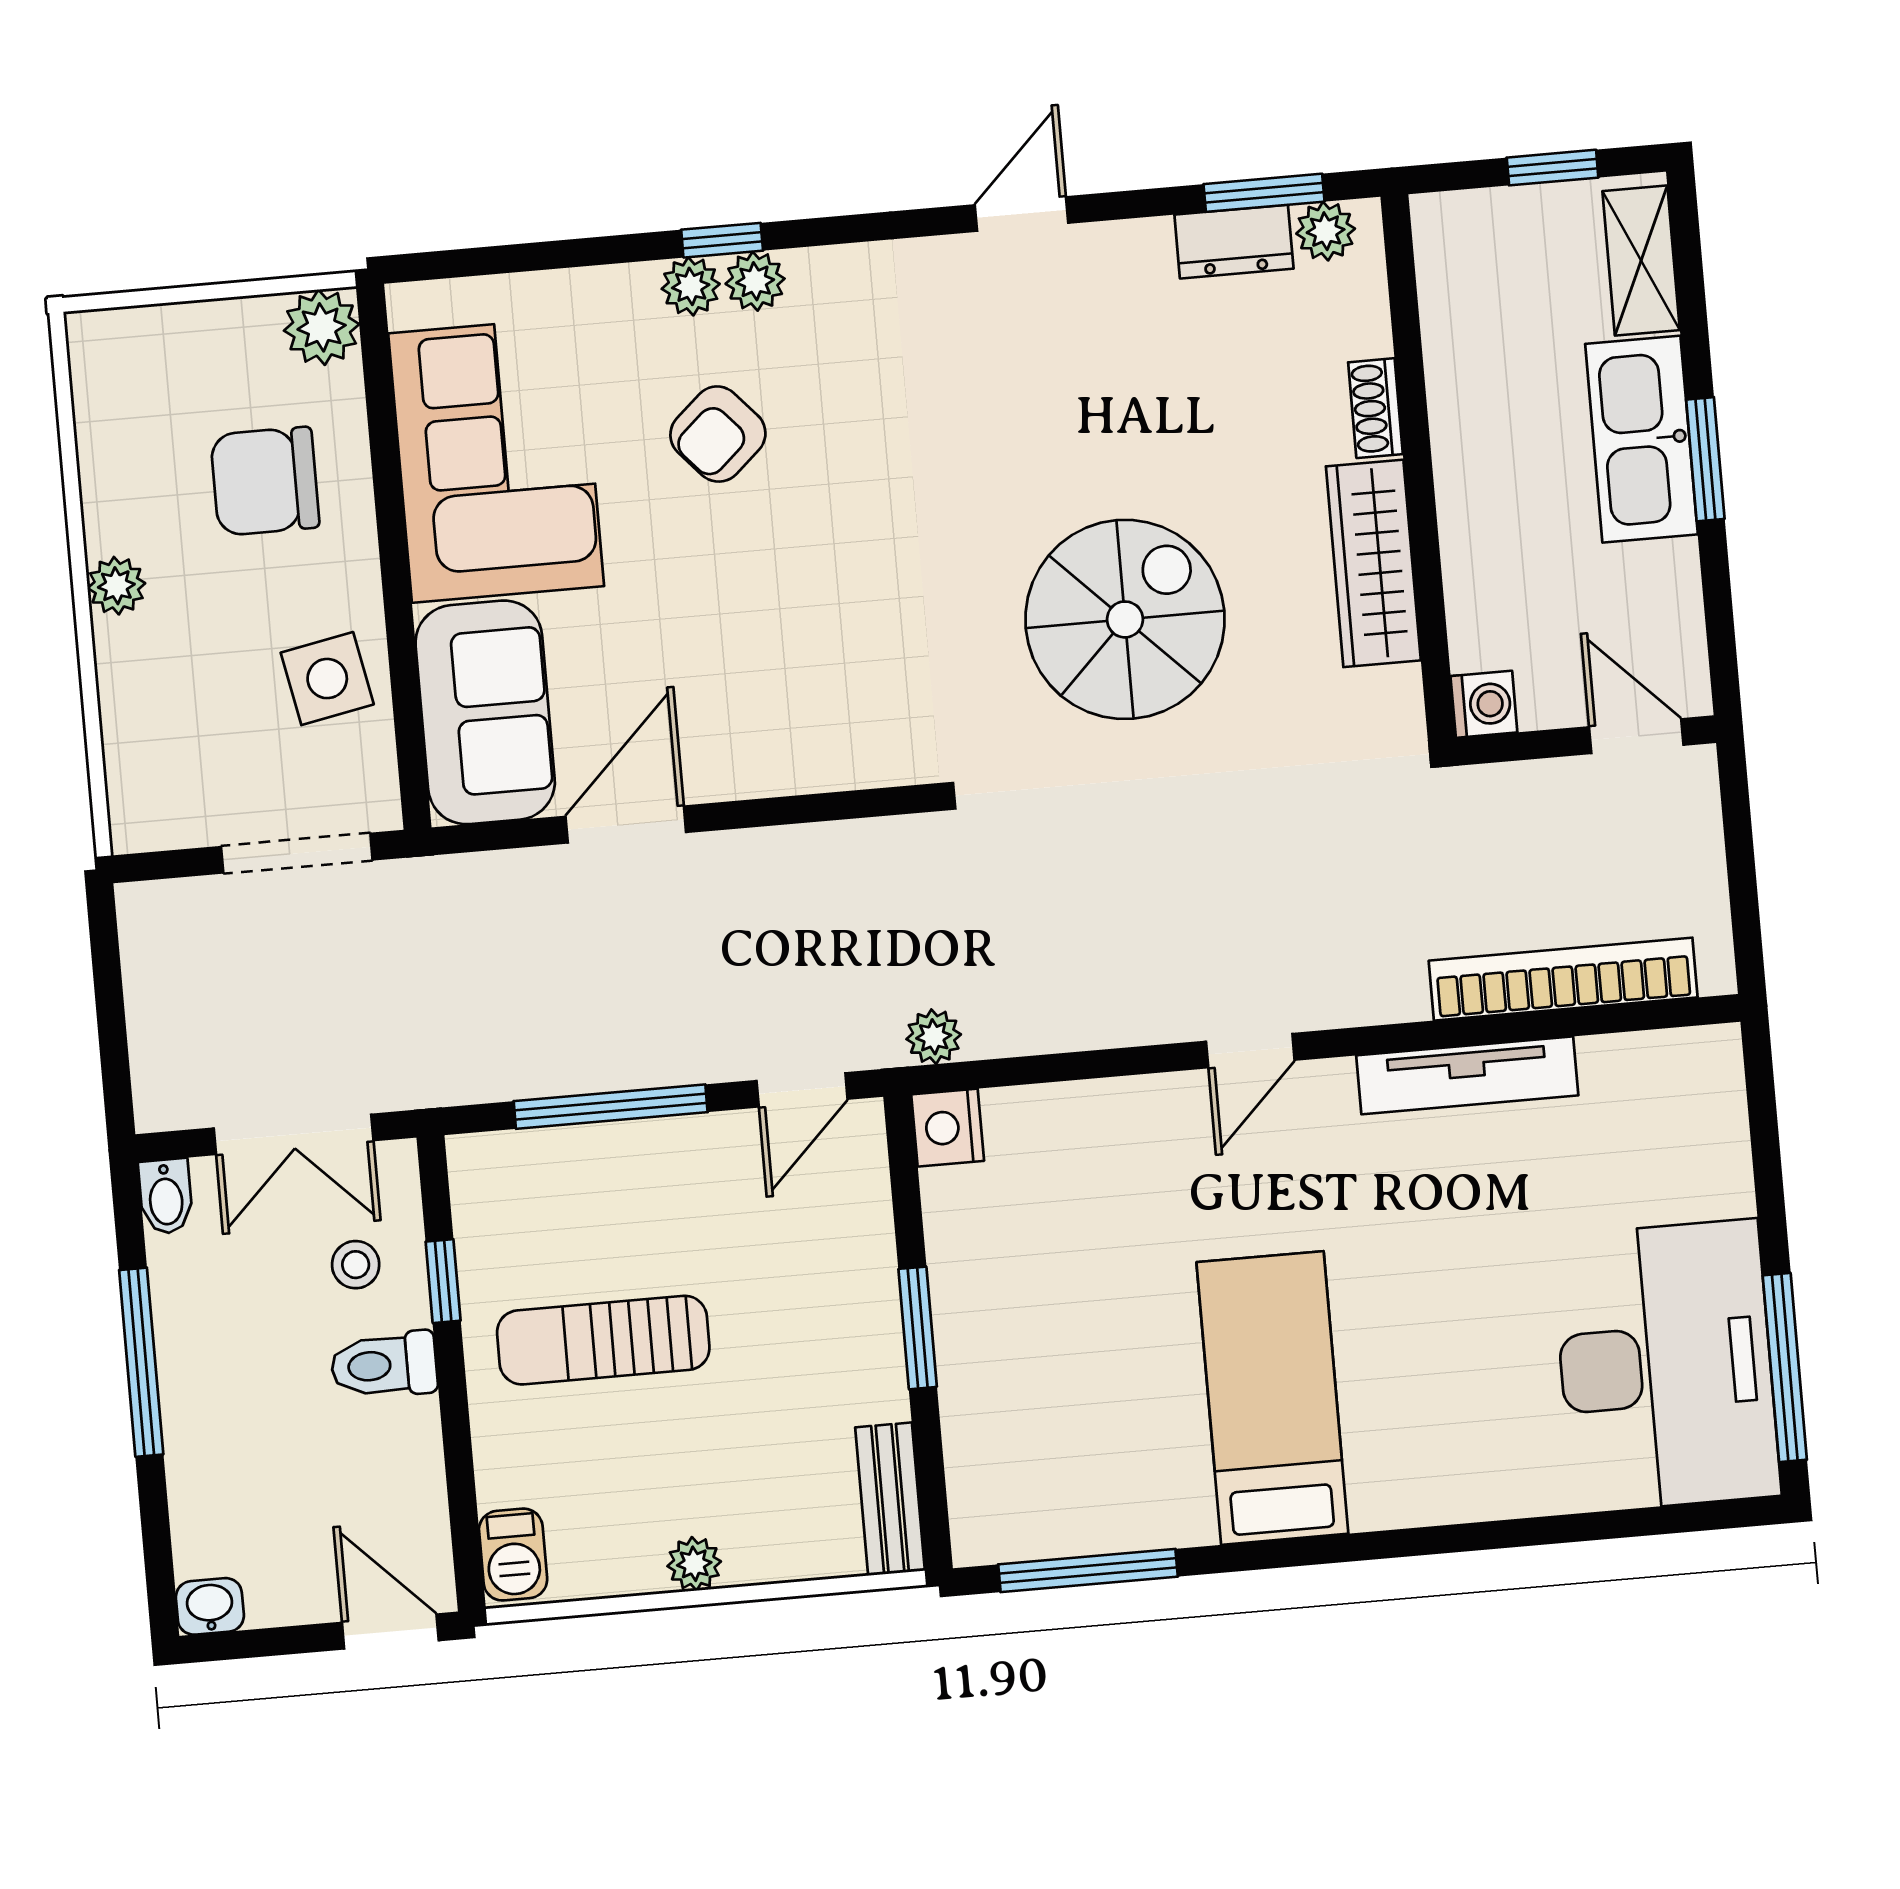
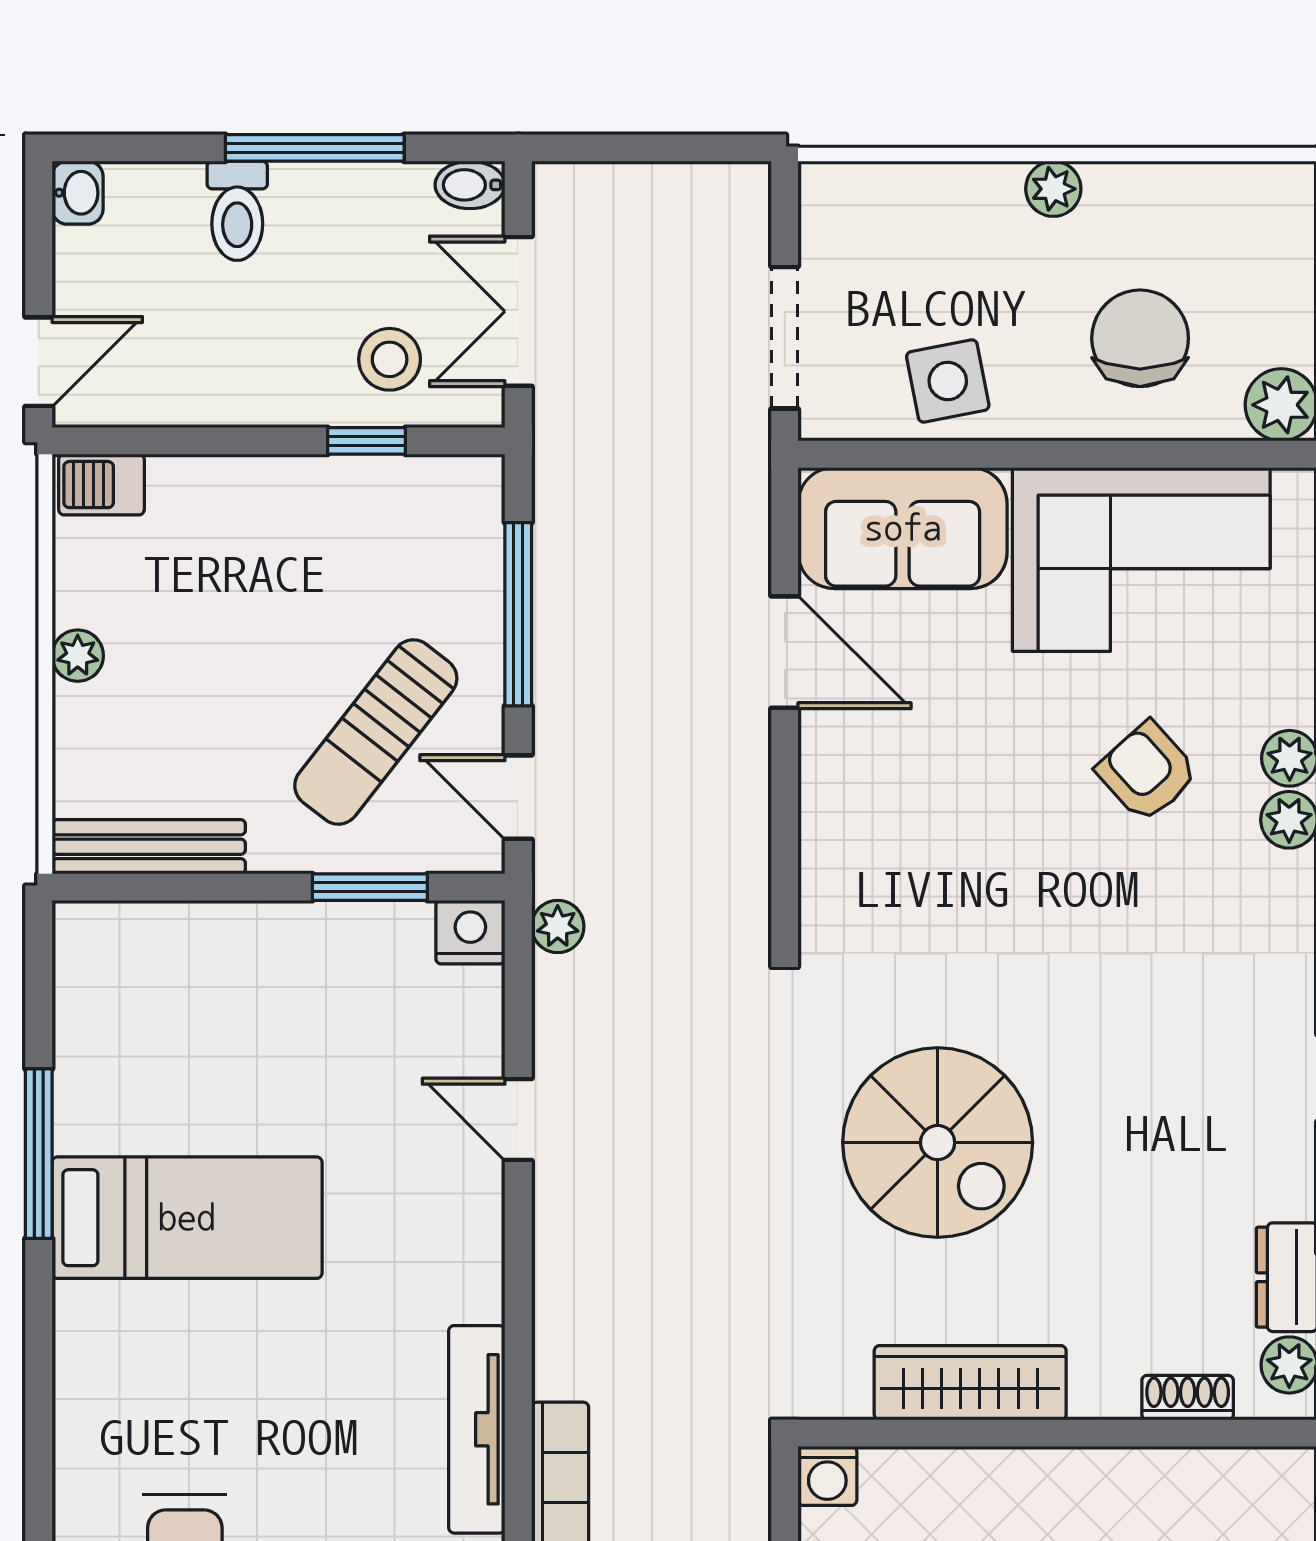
shoe rack: (1375, 408) -> (1188, 1398), moved
door: (1250, 1051) -> (518, 1119), moved
stool: (356, 1265) -> (390, 359), width x1.37, depth x1.37
window: (918, 1328) -> (370, 887), moved
sun lounger: (603, 1340) -> (376, 732), moved, turned -142
toilet: (384, 1365) -> (237, 211), moved, turned 180
bench: (890, 1499) -> (149, 847), width x1.36
window: (1088, 1570) -> (39, 1154), moved

